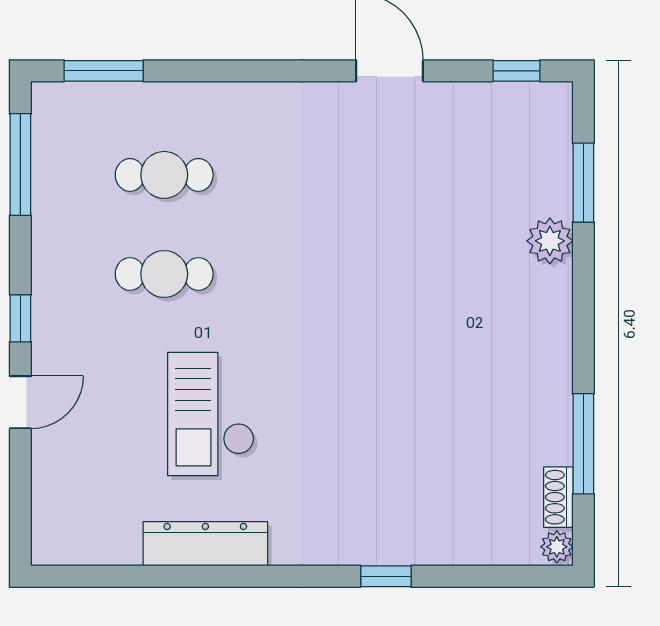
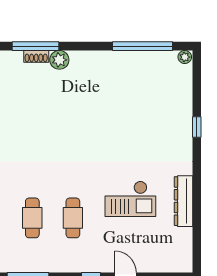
window: (583, 183) -> (35, 46), width x1.44
window: (583, 444) -> (142, 46), width x1.46
shoe rack: (558, 497) -> (36, 56), moved

